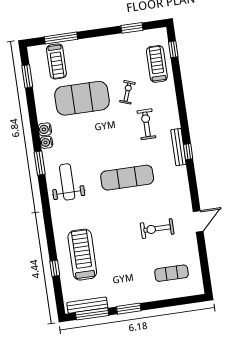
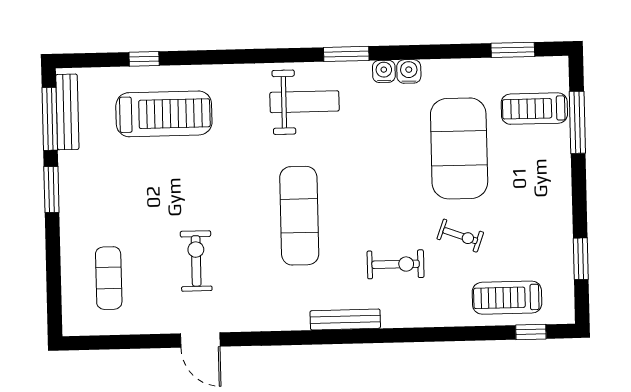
treadmill: (157, 64) -> (507, 298), turned 180
window: (188, 152) -> (334, 337), removed

